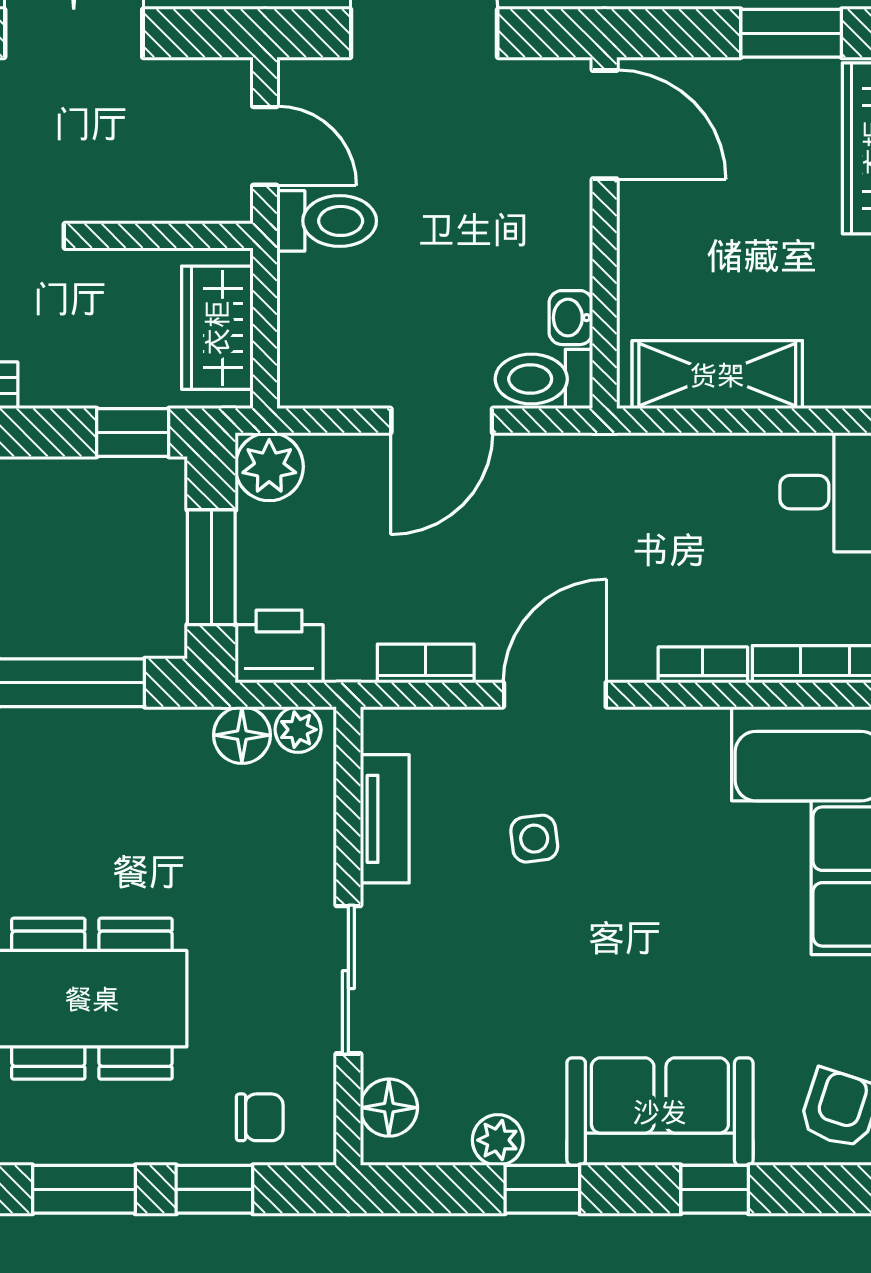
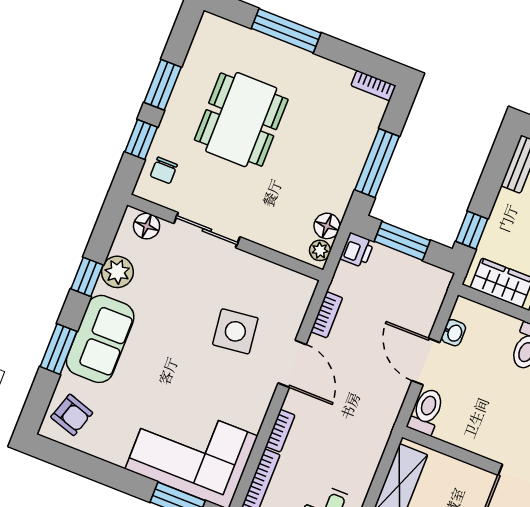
washbasin: (571, 318) -> (453, 333), moved, turned 90
plant: (269, 467) -> (435, 282), removed
printer: (279, 646) -> (357, 250), width x0.73, depth x0.81
tv unit: (385, 819) -> (268, 272), removed
side table: (534, 839) -> (235, 331), width x1.87, depth x1.87
plant: (498, 1140) -> (117, 272), width x1.38, depth x1.38
window: (715, 1189) -> (59, 349), width x1.50

